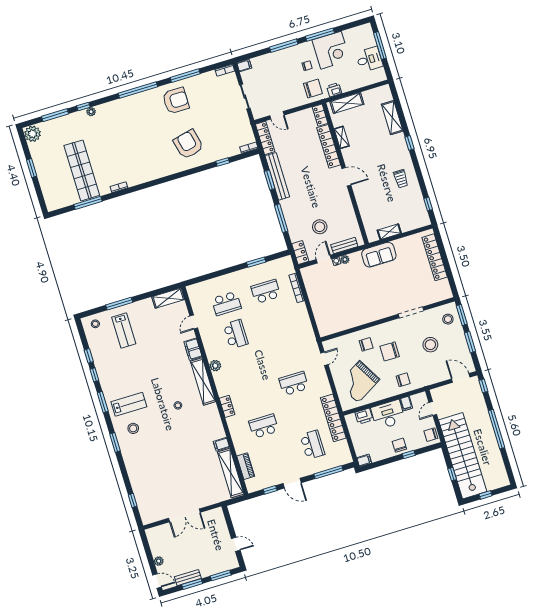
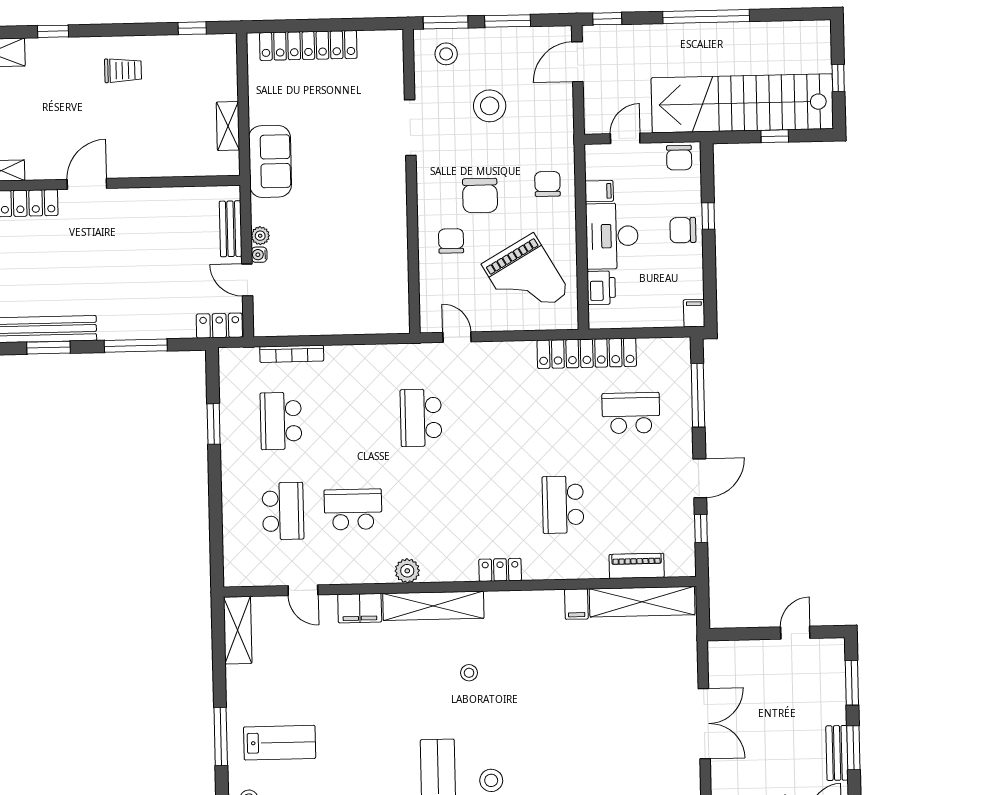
stool: (320, 227) -> (177, 269), removed
school desk: (294, 383) -> (421, 418), moved
door: (433, 408) -> (625, 138), swing flipped

